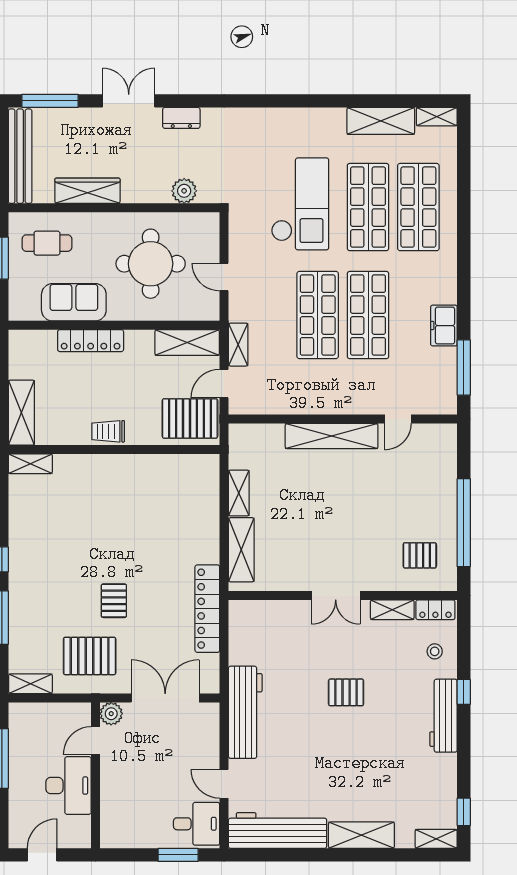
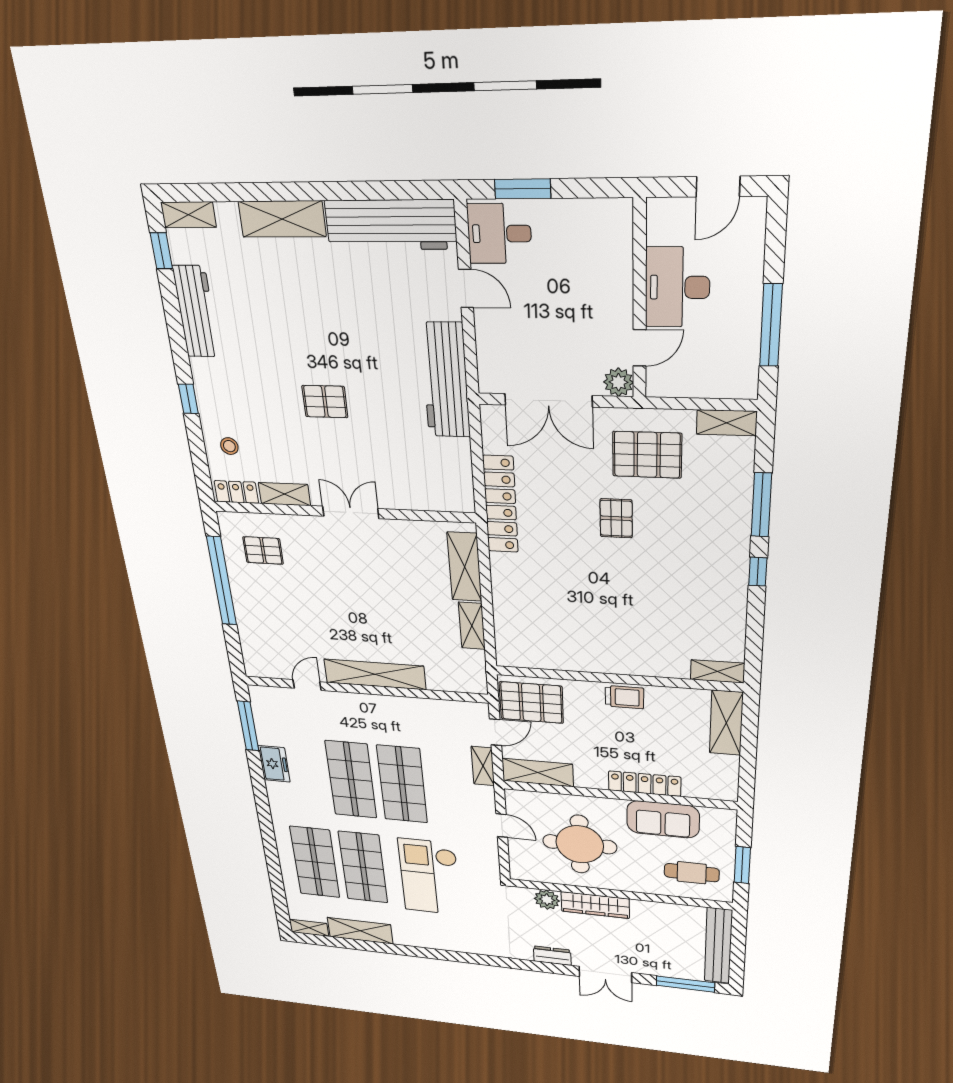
wardrobe: (87, 191) -> (595, 905), moved
workbench: (444, 716) -> (196, 312), moved

